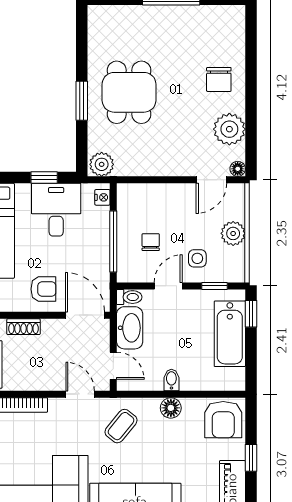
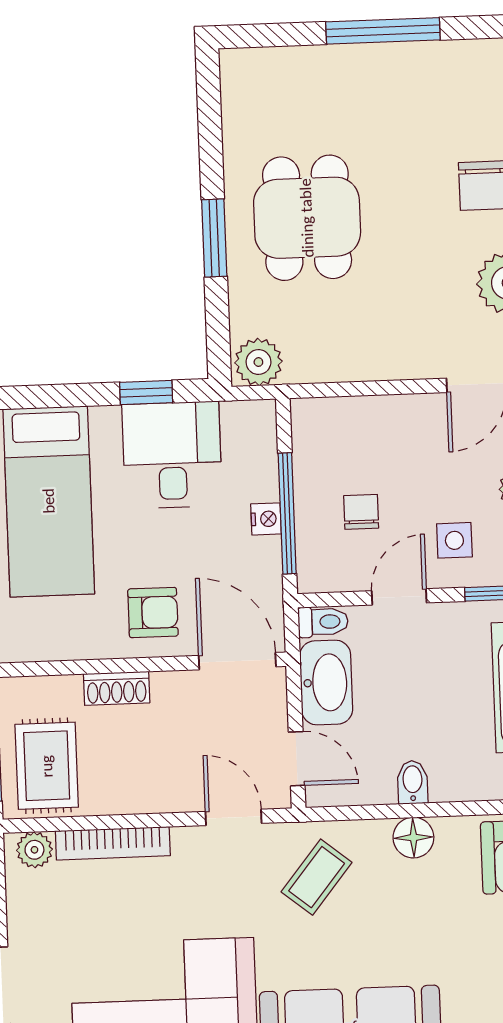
nightstand: (102, 197) -> (266, 519), moved

